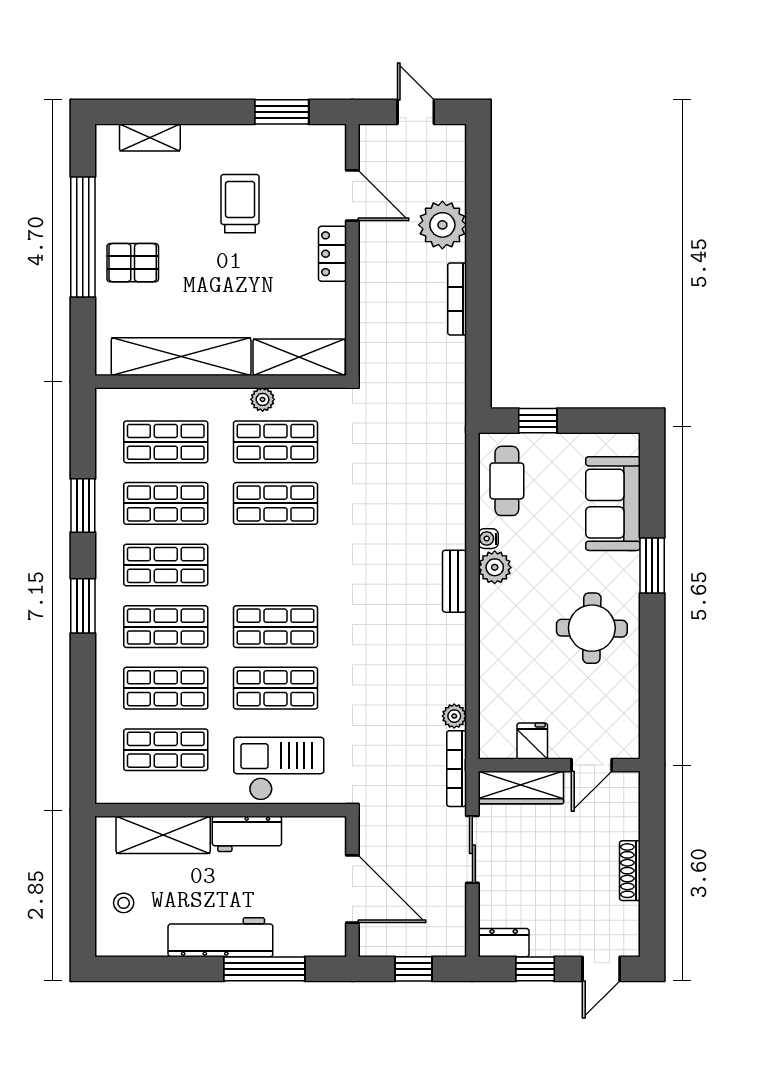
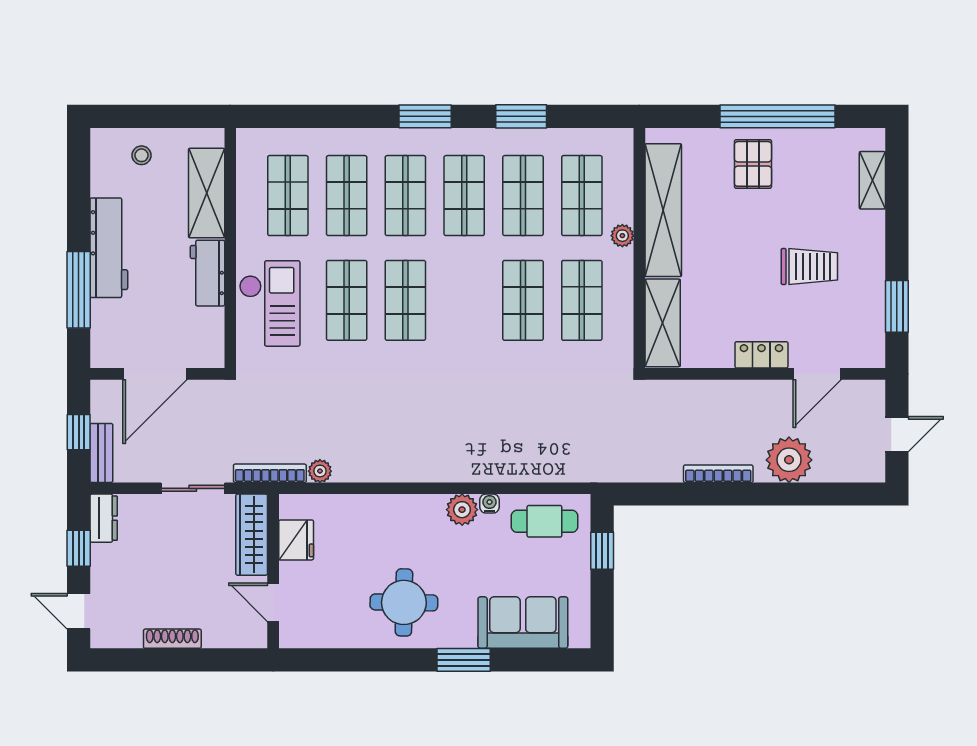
plant: (263, 399) -> (622, 236), moved
bench: (454, 581) -> (101, 453), moved, turned 90
fridge: (532, 741) -> (296, 540), width x1.38

